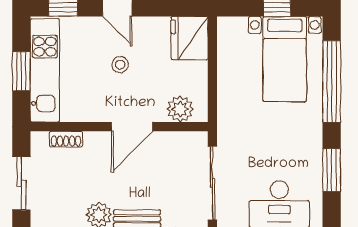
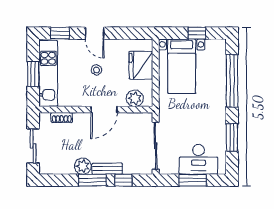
fridge: (190, 38) -> (141, 65), moved
bed with nightstands: (285, 59) -> (182, 66), moved

